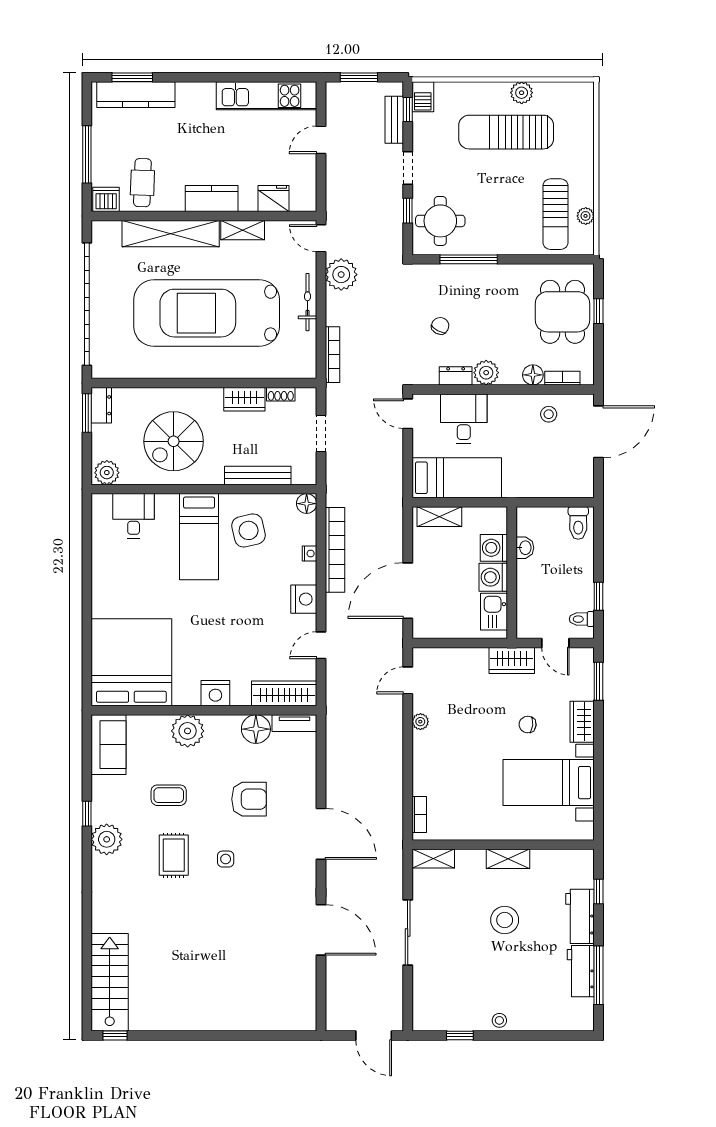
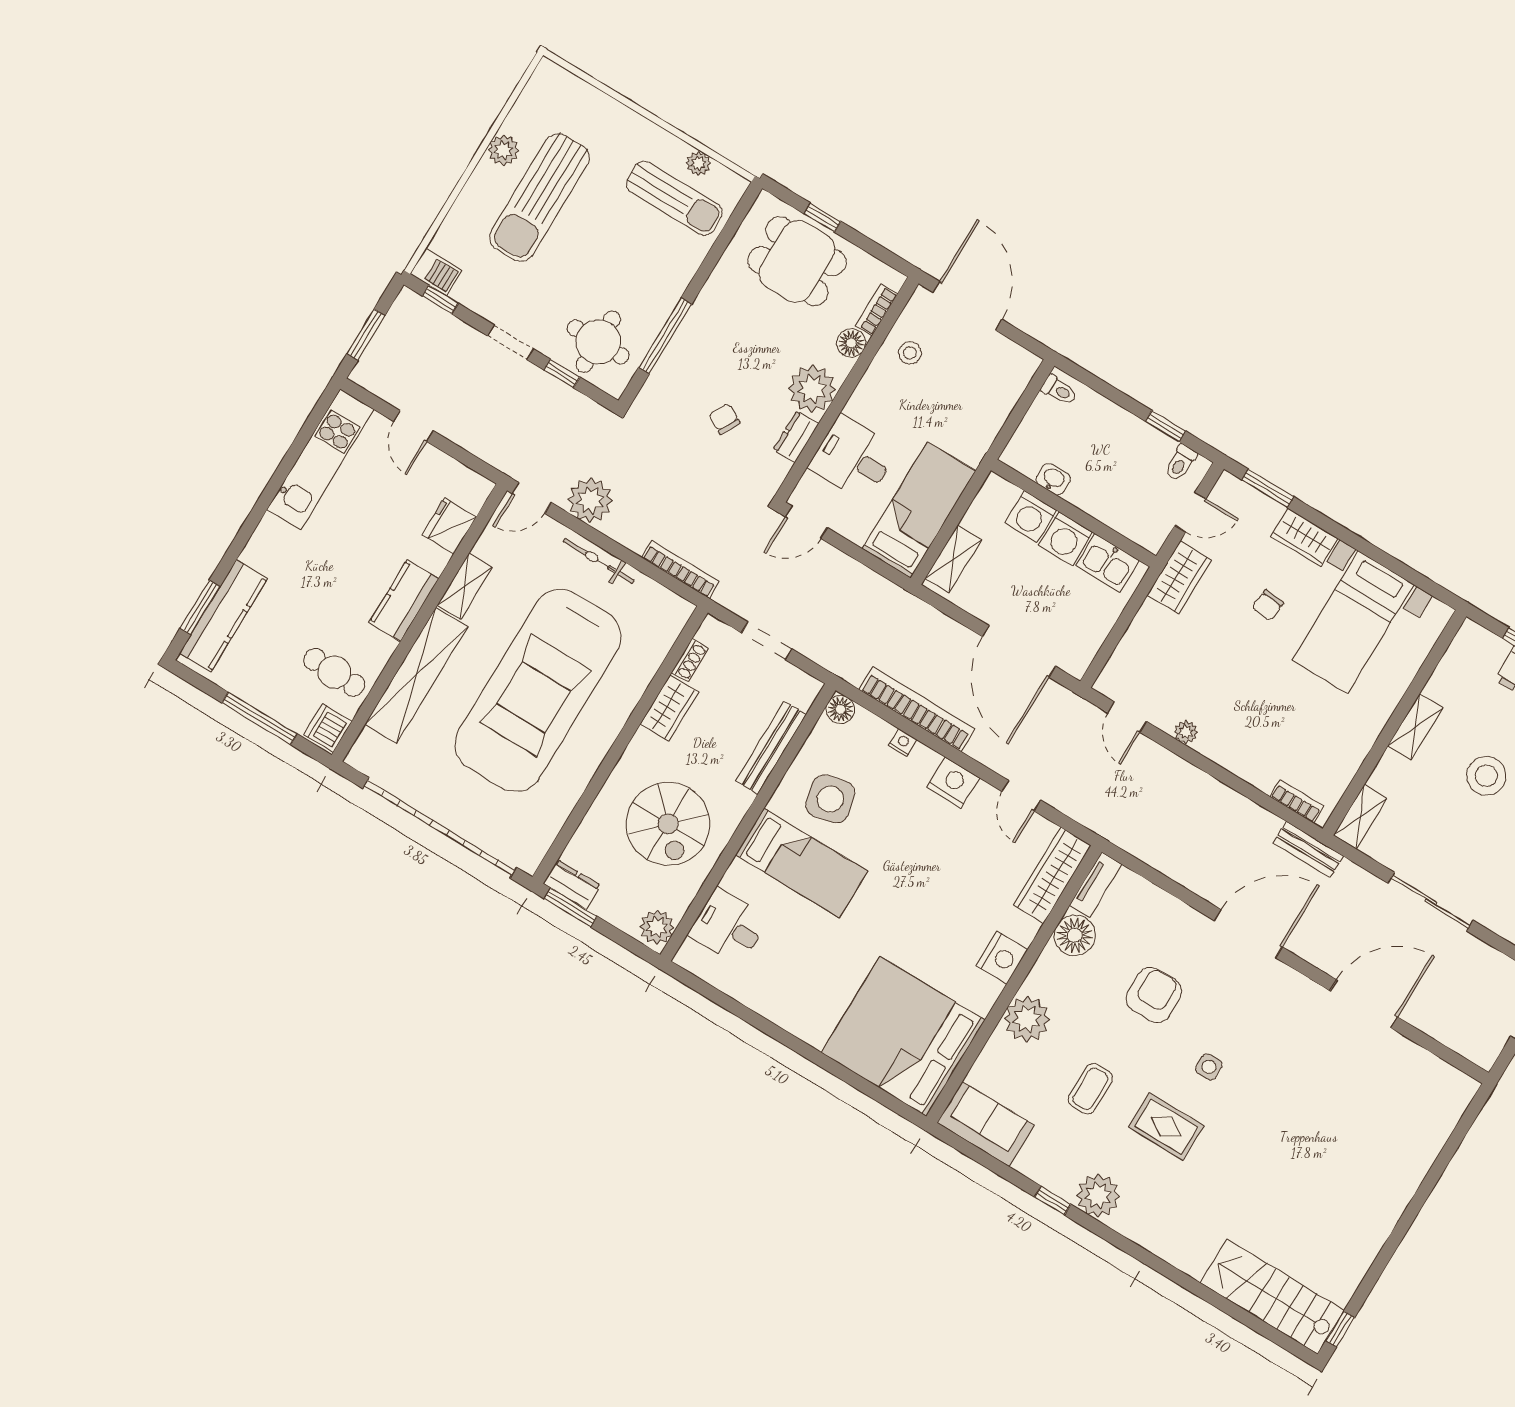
bench: (394, 120) -> (1308, 849), moved
plant: (486, 373) -> (812, 389), width x1.36, depth x1.36
toilet: (578, 523) -> (1059, 390), width x0.73, depth x0.72

